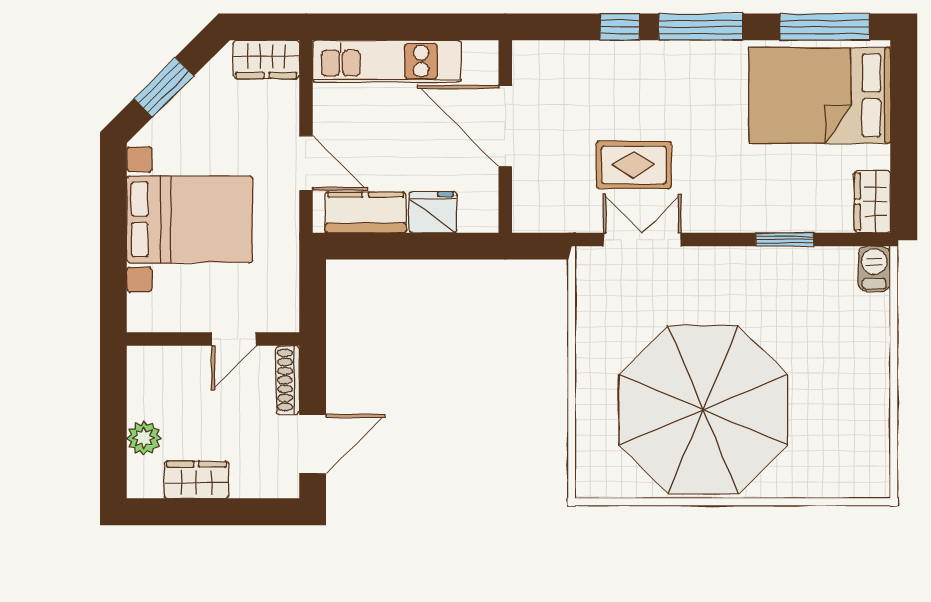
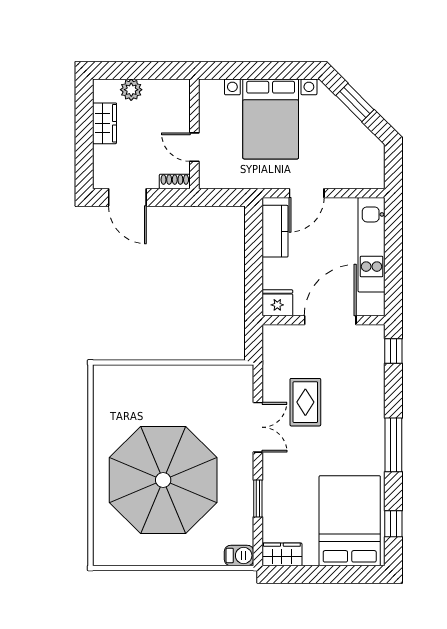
window: (620, 27) -> (393, 351), moved
window: (825, 27) -> (393, 524), width x0.46
wardrobe: (266, 59) -> (373, 168), removed
fridge: (433, 212) -> (277, 303), moved, turned -90
double door: (642, 239) -> (258, 427), moved
shoe rack: (288, 380) -> (175, 181), width x0.70
parasol: (703, 410) -> (163, 480), moved

